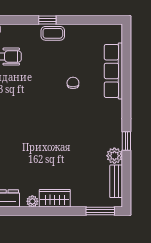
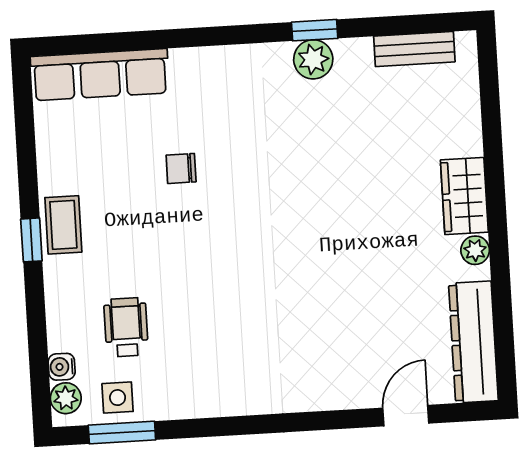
row of seats: (113, 71) -> (100, 75), moved
plant: (114, 156) -> (313, 59), moved
window: (100, 211) -> (489, 84), removed

